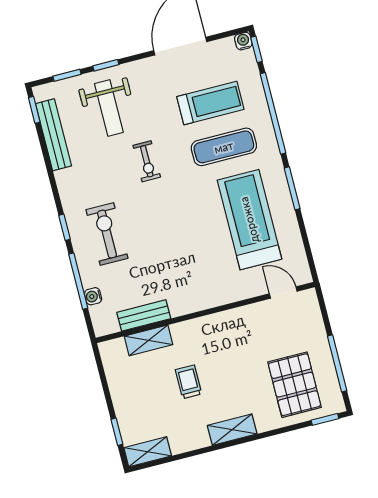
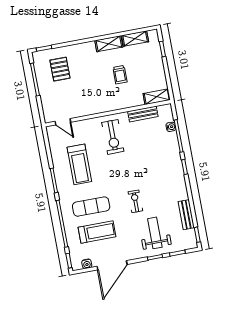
water cooler: (243, 41) -> (87, 264), moved
treadmill: (210, 103) -> (97, 232), turned 180
bench: (53, 135) -> (186, 215), width x0.73
treadmill: (249, 220) -> (79, 164), width x0.73, depth x0.73
exercise bike: (107, 234) -> (113, 137), moved
shelving: (149, 340) -> (157, 97), moved
pallet: (295, 385) -> (60, 69), width x0.67, depth x0.71
shelving: (232, 430) -> (109, 44), moved
shelving: (148, 452) -> (135, 39), moved

